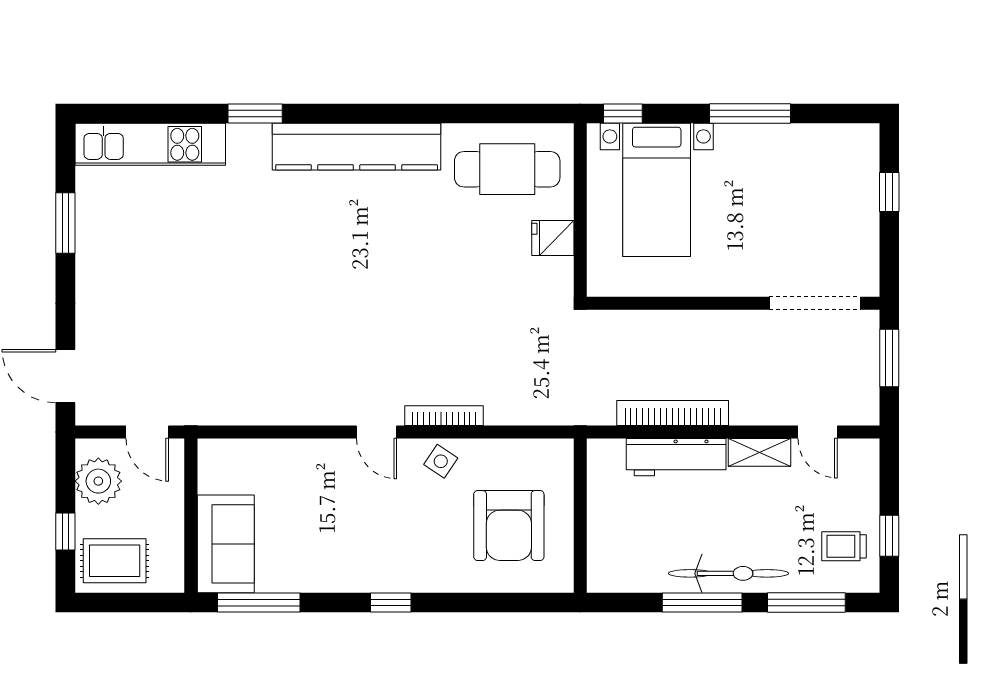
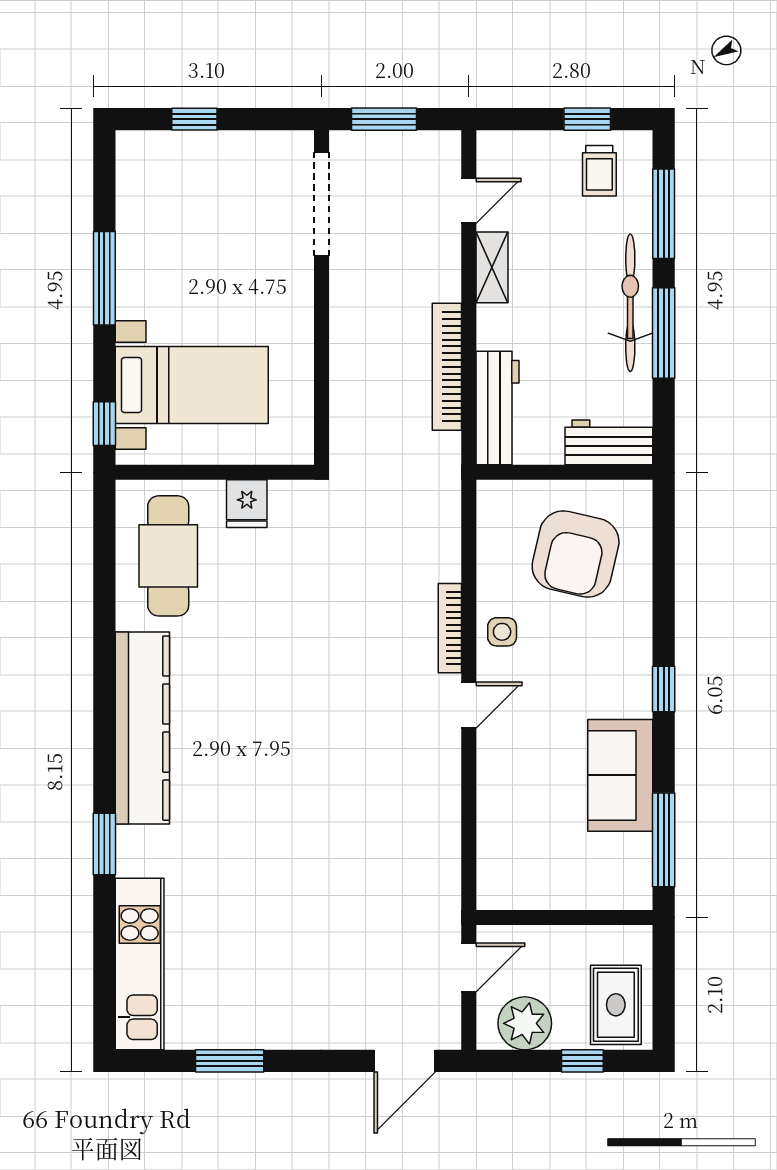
workbench: (676, 457) -> (497, 408), moved
side table: (441, 461) -> (502, 632), turned -34
armchair: (509, 526) -> (576, 554), turned 103
sofa: (226, 544) -> (620, 775), moved, turned -90
workbench: (606, 555) -> (609, 442), added

